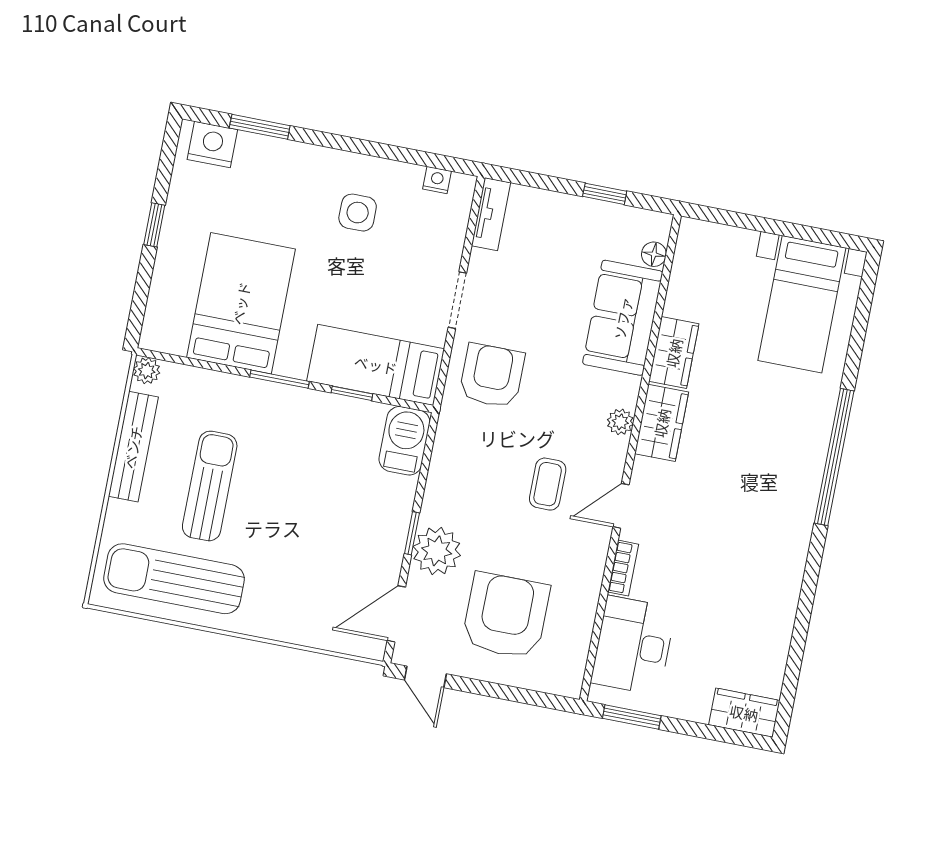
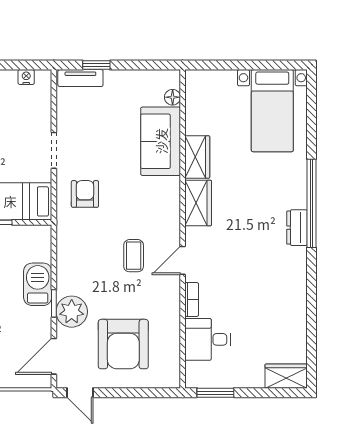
window: (605, 194) -> (96, 65), moved
tv unit: (491, 214) -> (80, 78), moved, turned 90
armchair: (492, 376) -> (85, 194), width x0.72, depth x0.72
plant: (620, 422) -> (172, 207), removed
barbecue: (404, 441) -> (38, 284), moved
dresser: (805, 490) -> (297, 228), added
armchair: (506, 616) -> (123, 344), turned 180
desk: (633, 645) -> (208, 339), width x0.73

